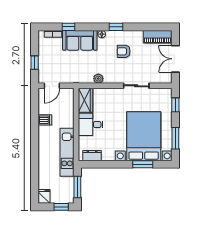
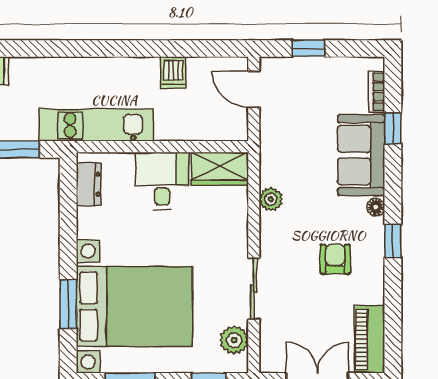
plant: (158, 94) -> (234, 340), added

